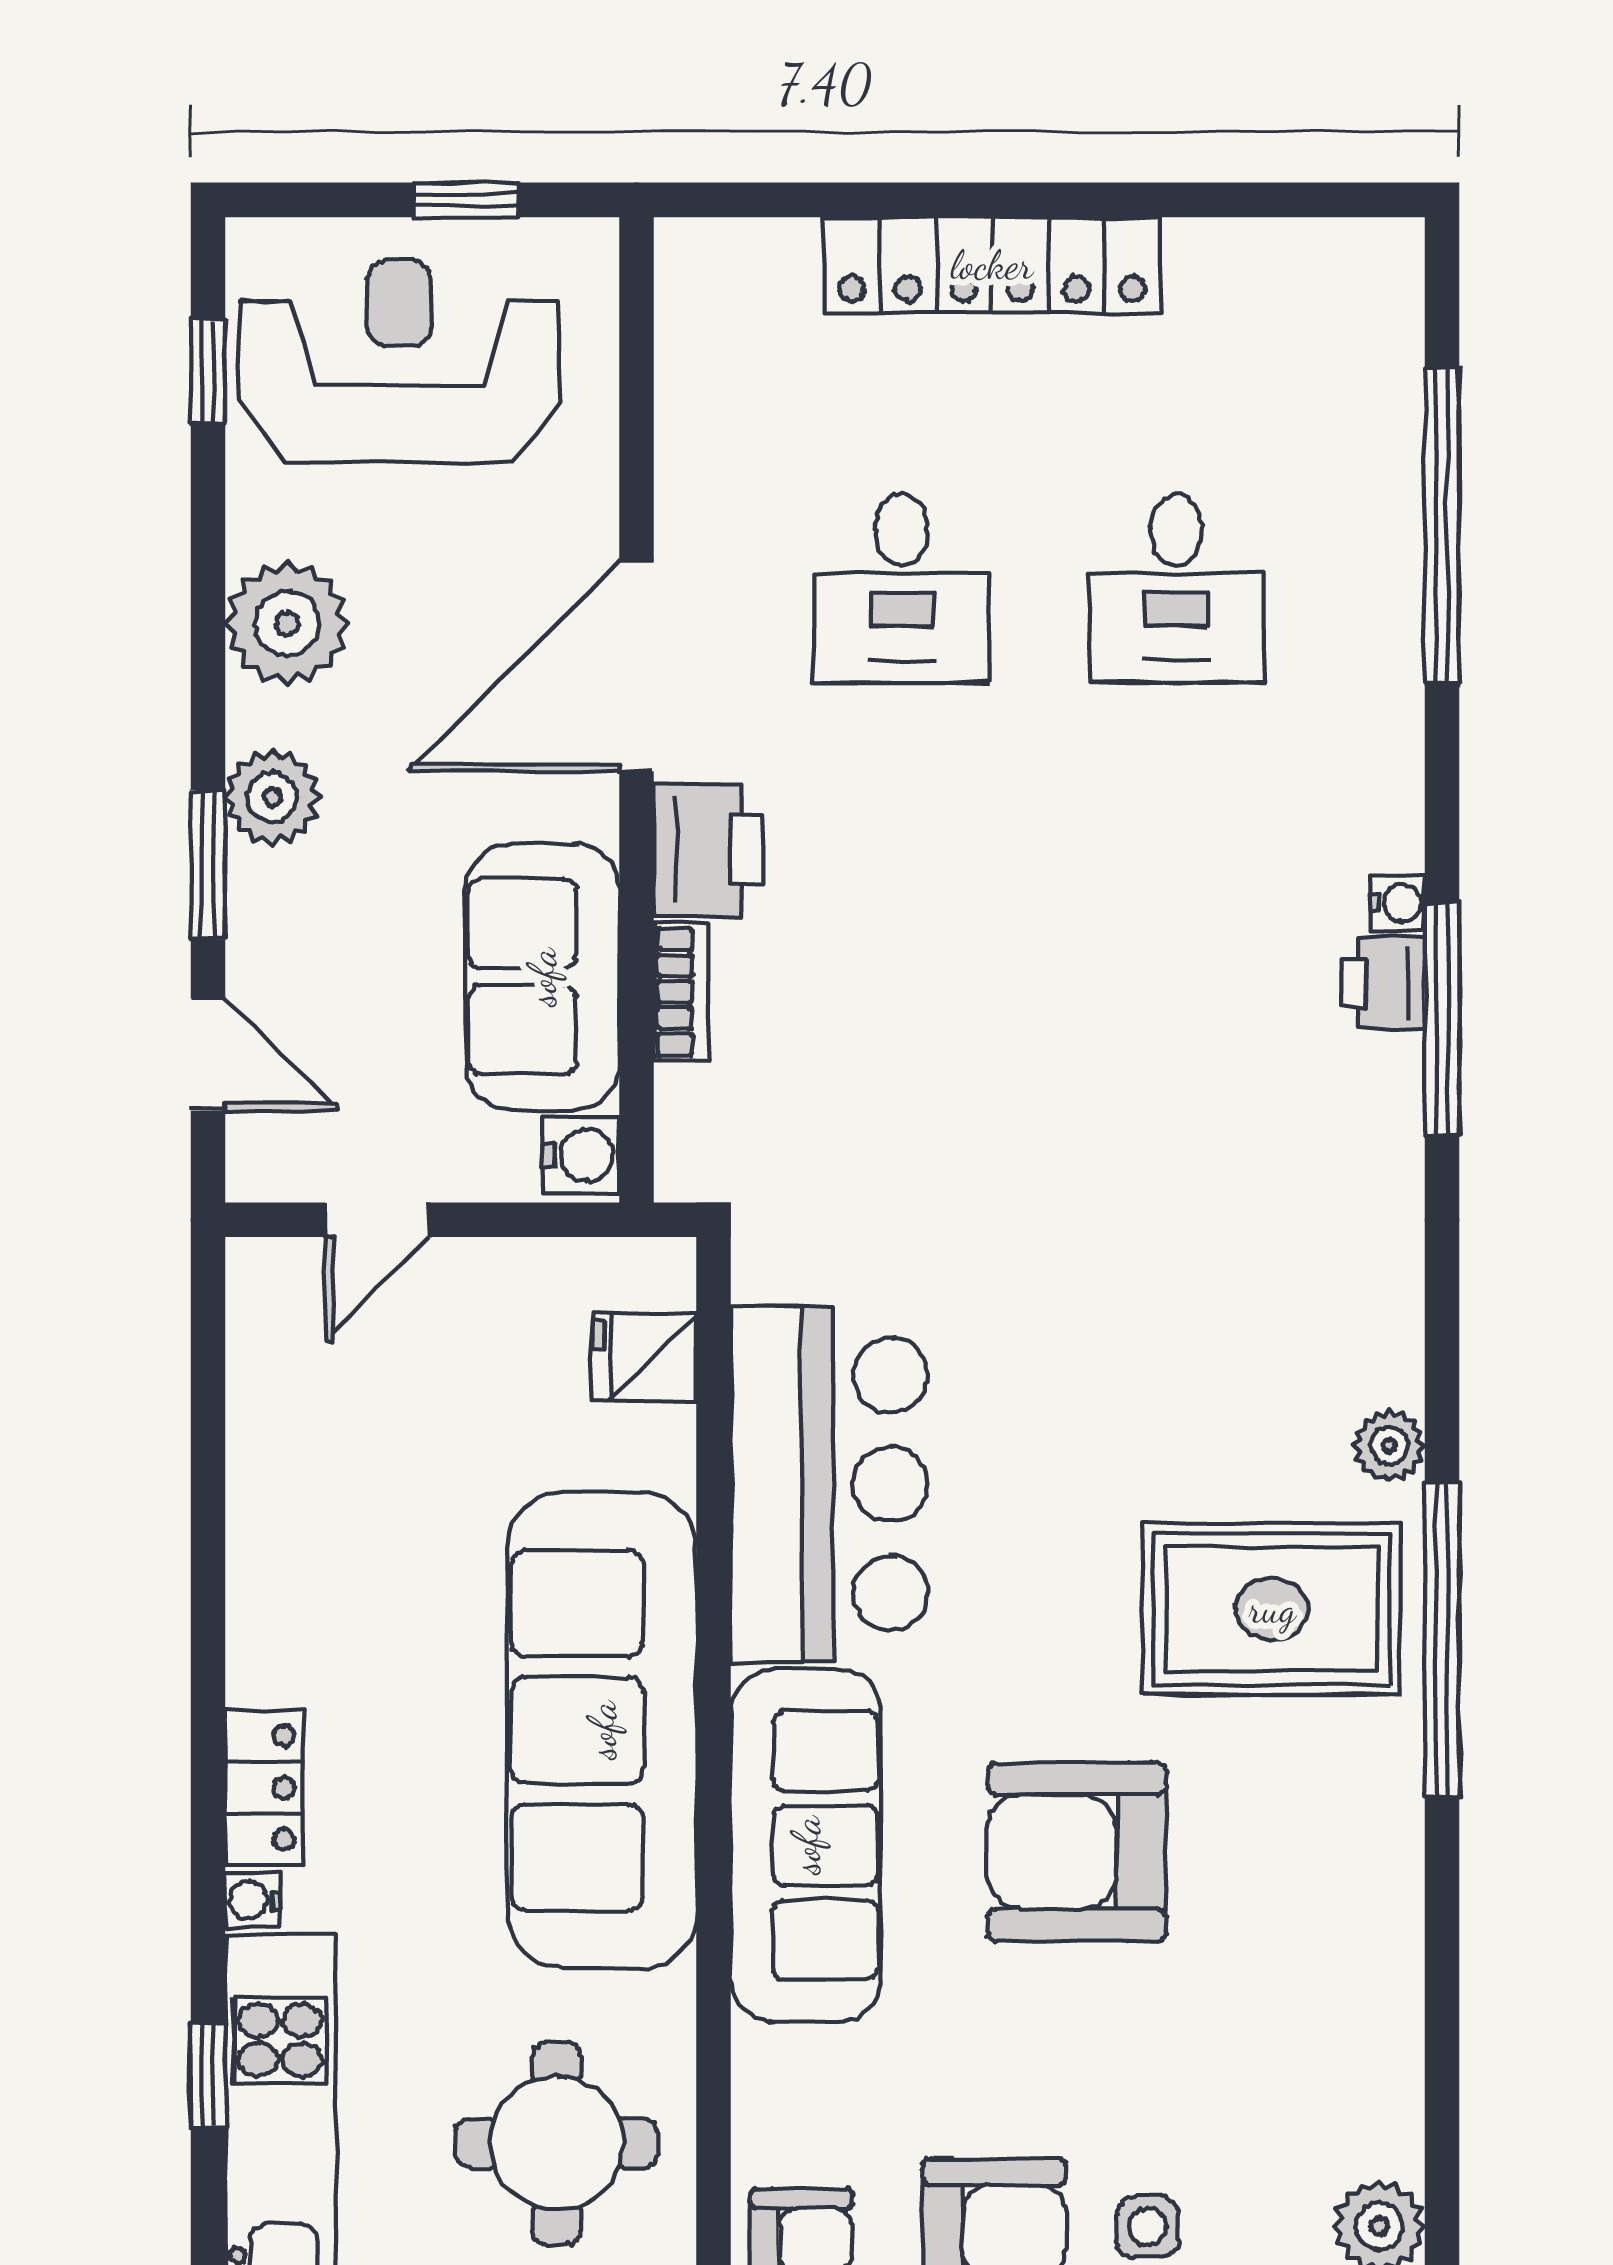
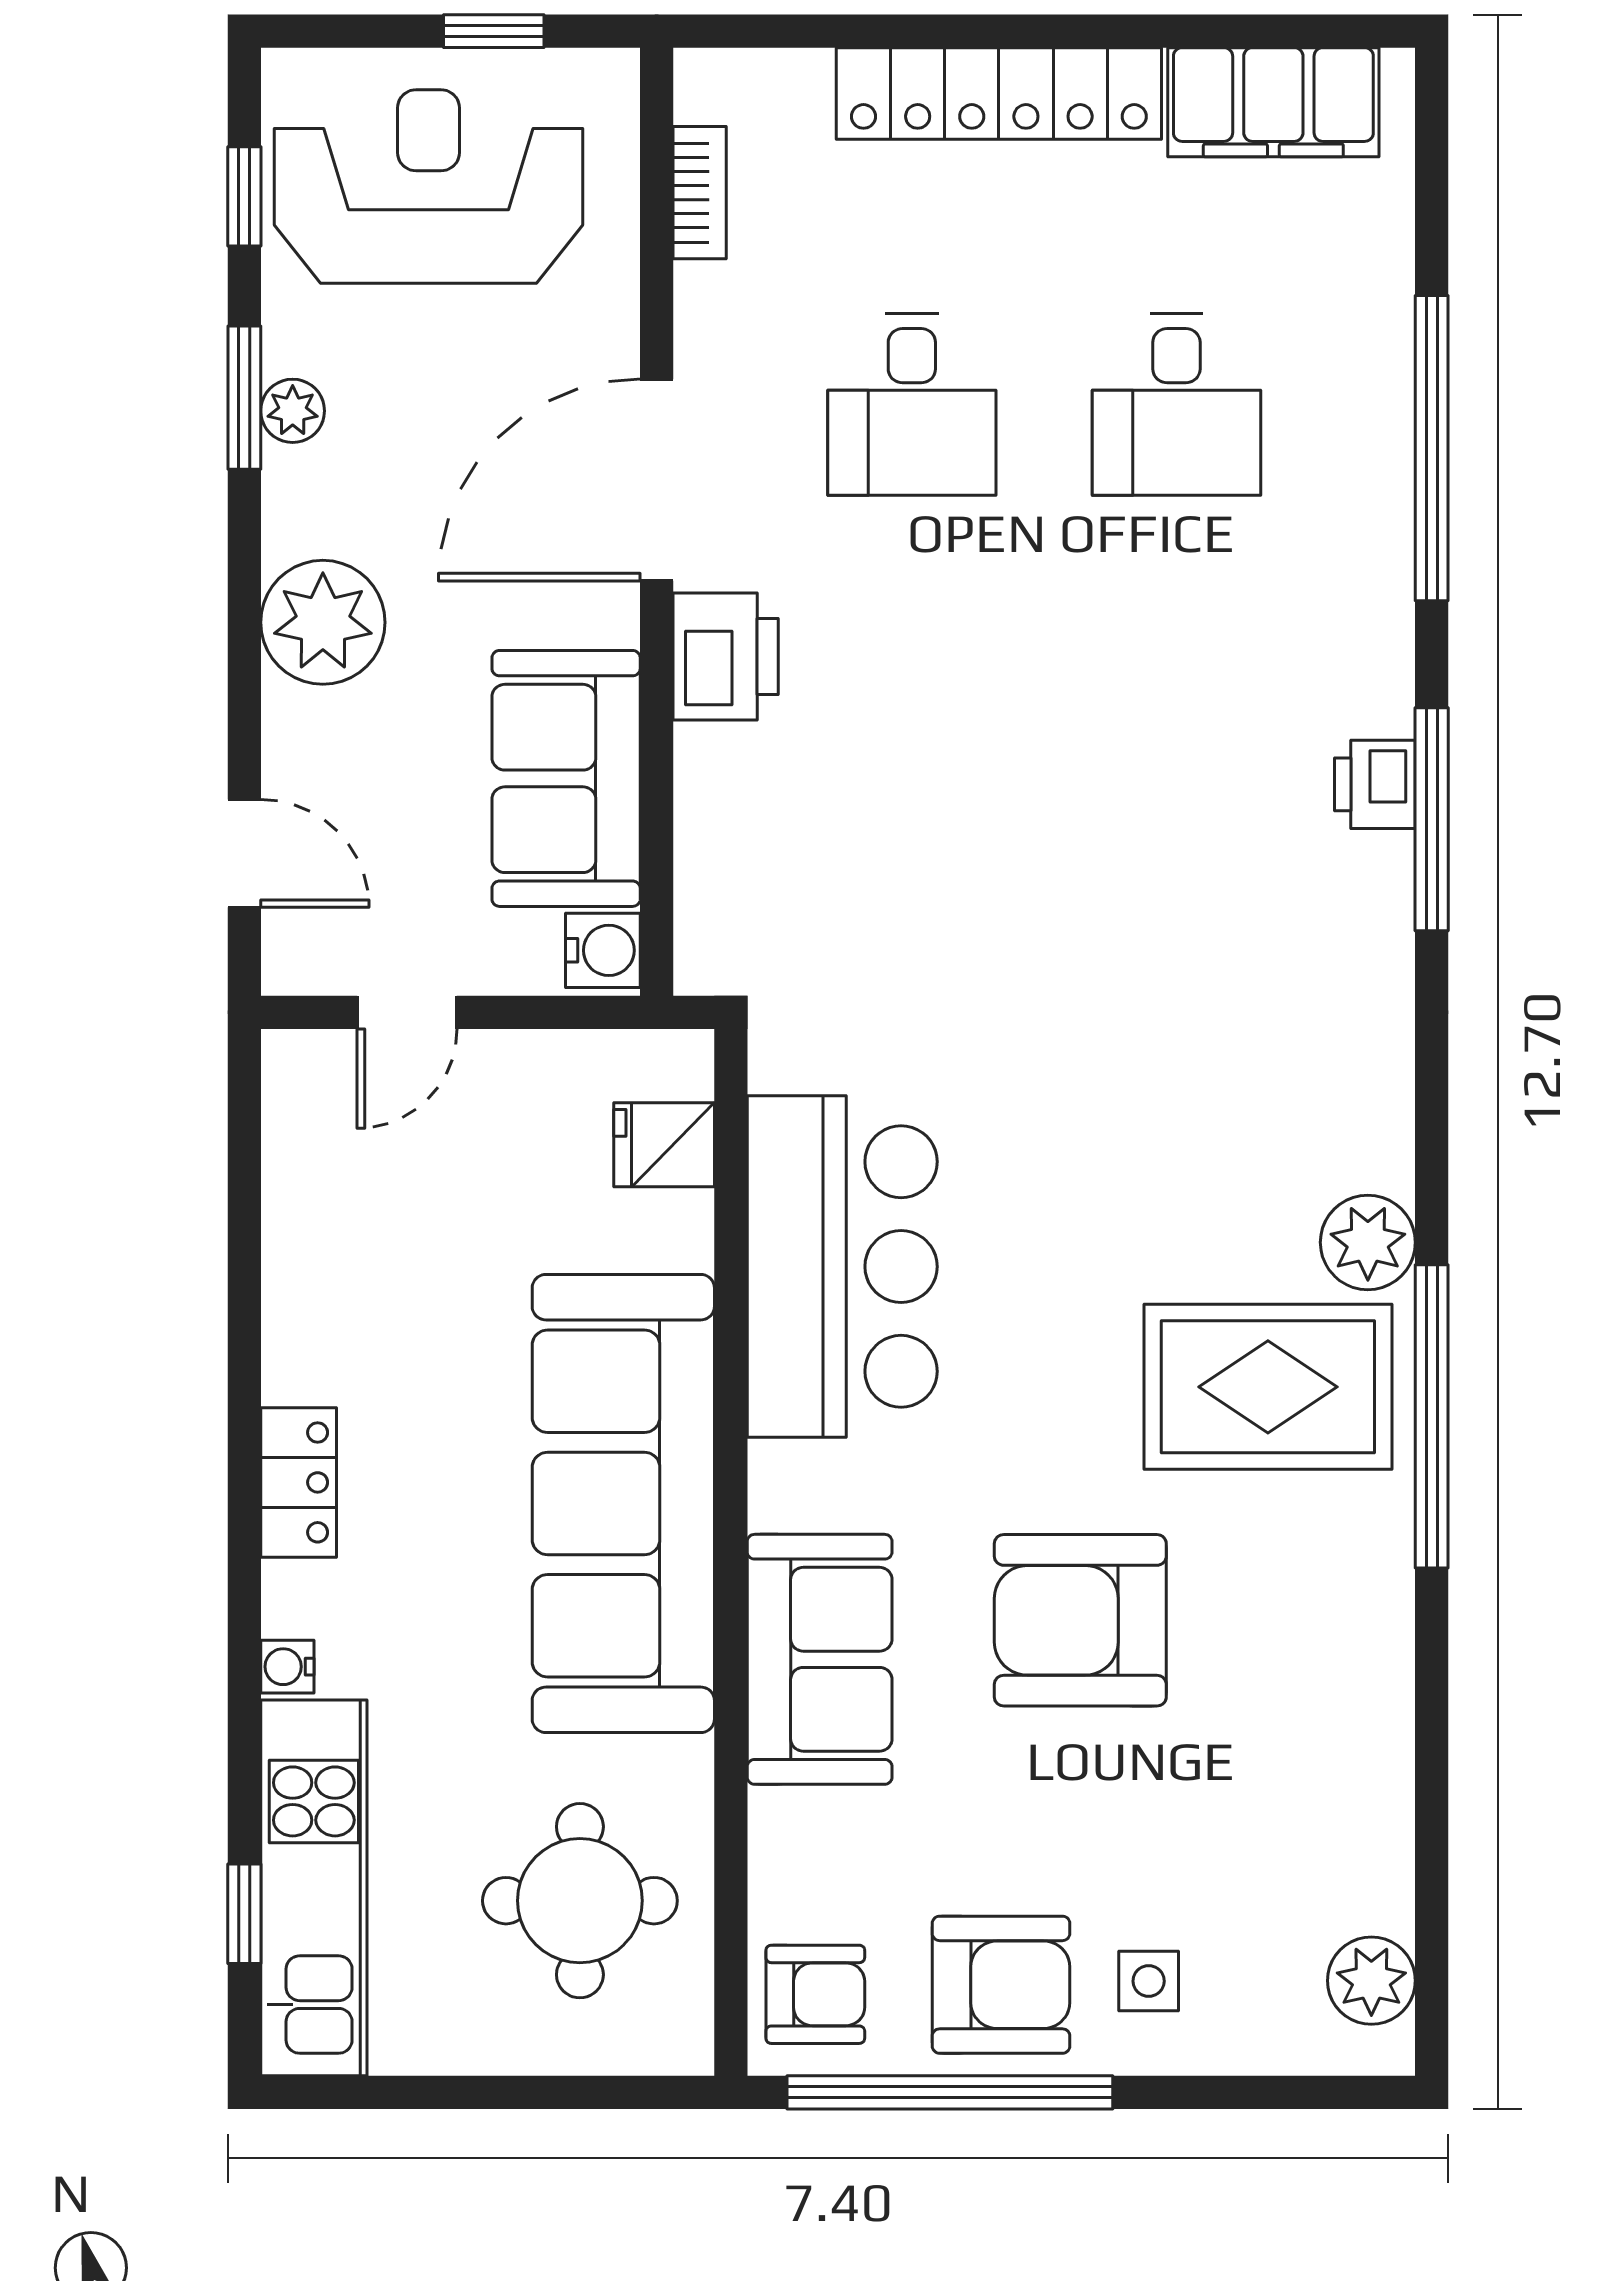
filing cabinet: (1277, 274) -> (1273, 102), added
window: (1442, 525) -> (1432, 448), moved
plant: (287, 624) -> (293, 411), width x0.53, depth x0.53
plant: (272, 797) -> (323, 622), width x1.36, depth x1.36
window: (208, 865) -> (244, 398), moved
water cooler: (1398, 903) -> (1389, 707), removed
bookcase: (681, 992) -> (700, 193), moved
plant: (1389, 1446) -> (1368, 1242), width x1.38, depth x1.38
locker: (264, 1788) -> (299, 1482), moved
sofa: (806, 1845) -> (820, 1659), width x0.73
window: (208, 2076) -> (244, 1914), moved

